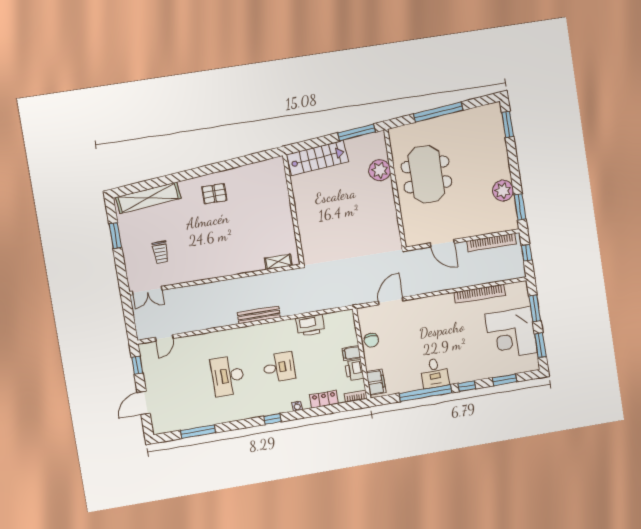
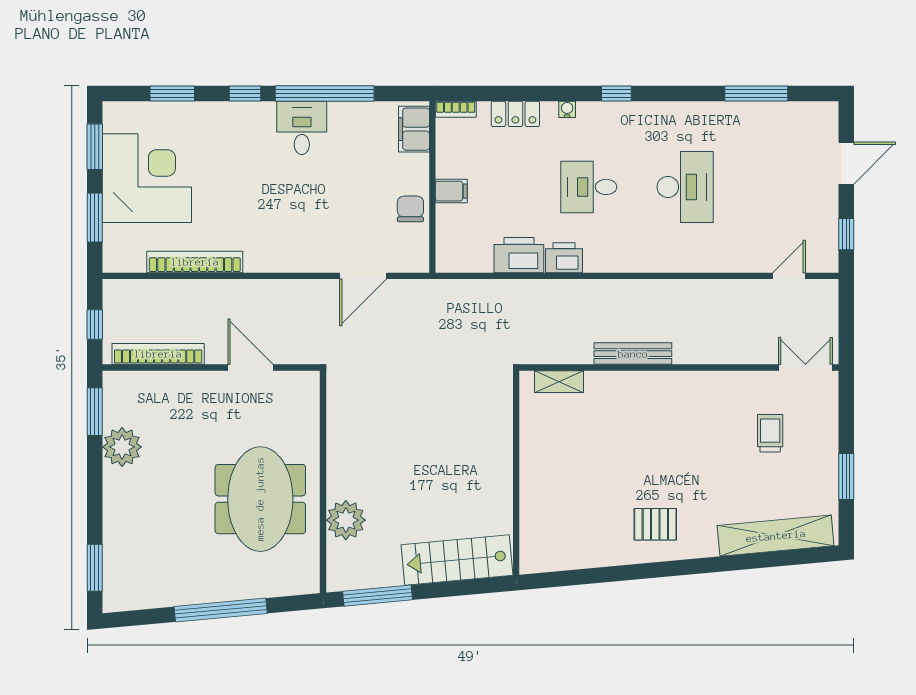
bench: (259, 315) -> (633, 354), moved
printer: (354, 370) -> (564, 258), moved, turned -90

